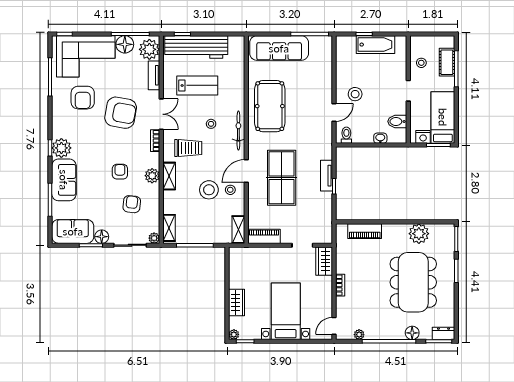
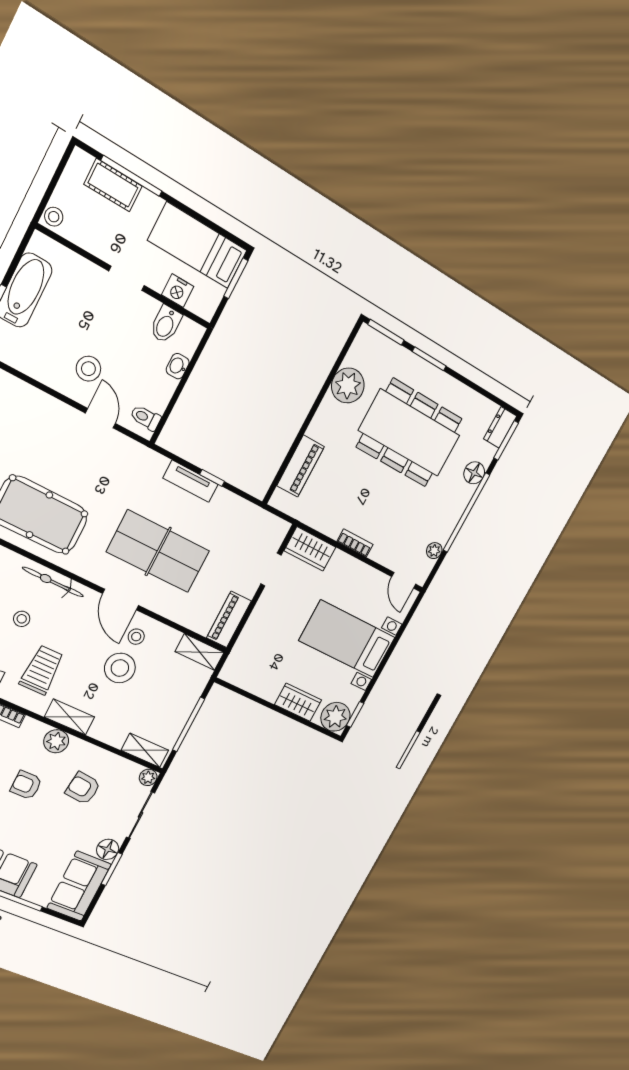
stool: (421, 63) -> (54, 217), moved
nightstand: (423, 137) -> (178, 291), moved, turned 90
plant: (234, 334) -> (335, 717), width x1.88, depth x1.88

